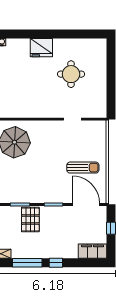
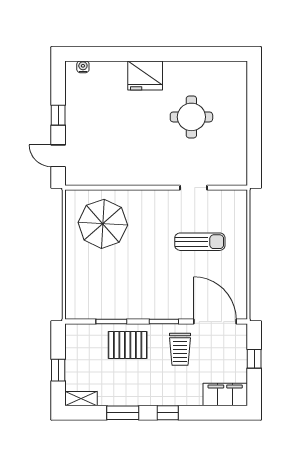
sun lounger: (83, 168) -> (200, 242), moved
pallet: (30, 220) -> (128, 345), turned 90
trolley: (64, 222) -> (180, 349), added
window: (27, 263) -> (123, 413), width x0.69

